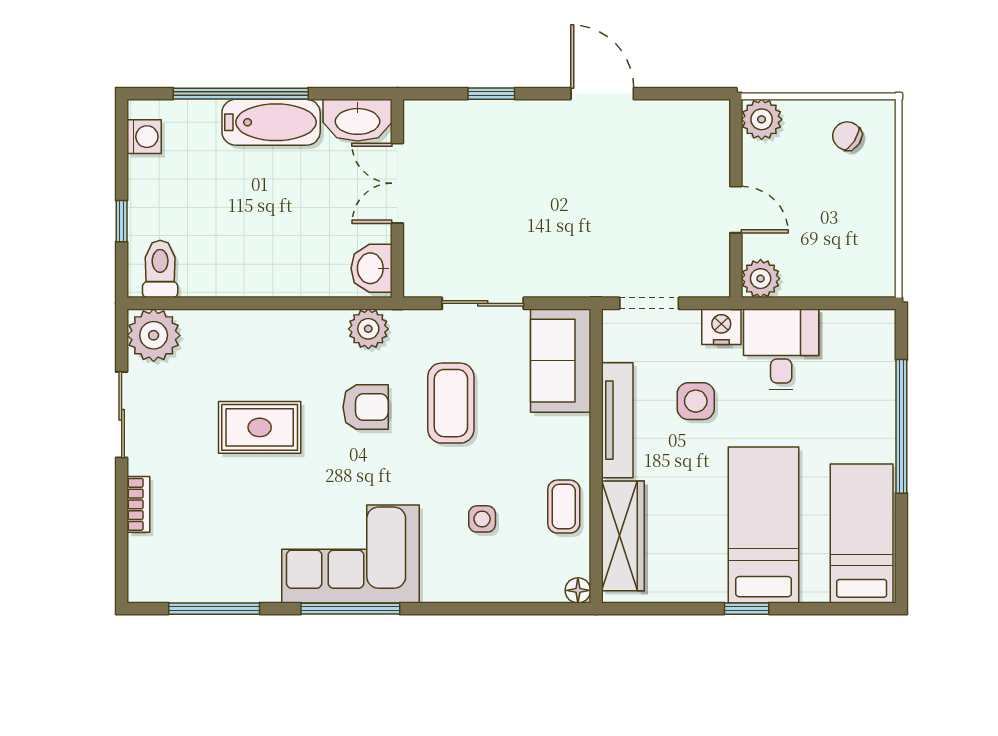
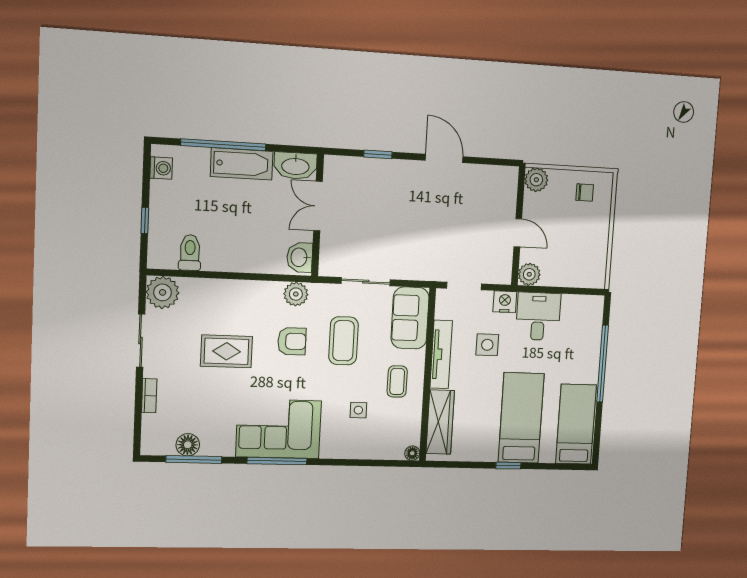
chair: (847, 136) -> (585, 192), turned 147
toilet: (160, 269) -> (190, 253), moved
coffee table: (564, 507) -> (397, 381), moved
floor lamp: (203, 584) -> (188, 445), added

